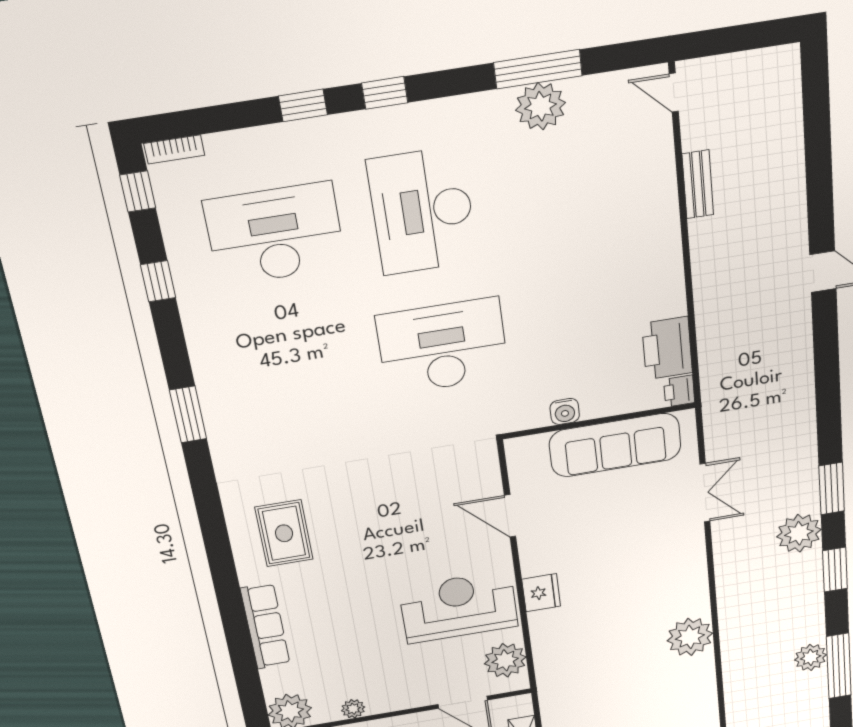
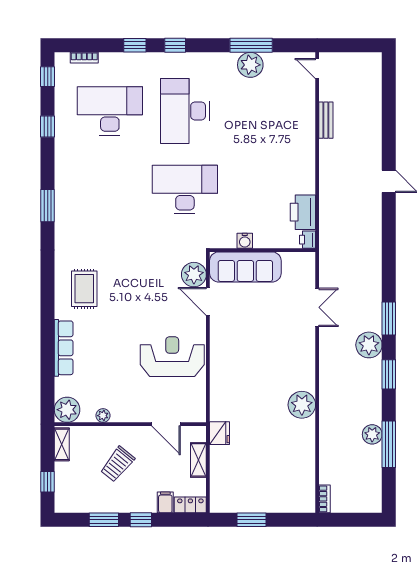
bookcase: (174, 149) -> (84, 58), moved
sofa: (615, 445) -> (245, 267), moved
fridge: (541, 593) -> (220, 433), moved
plant: (505, 660) -> (194, 275), moved

